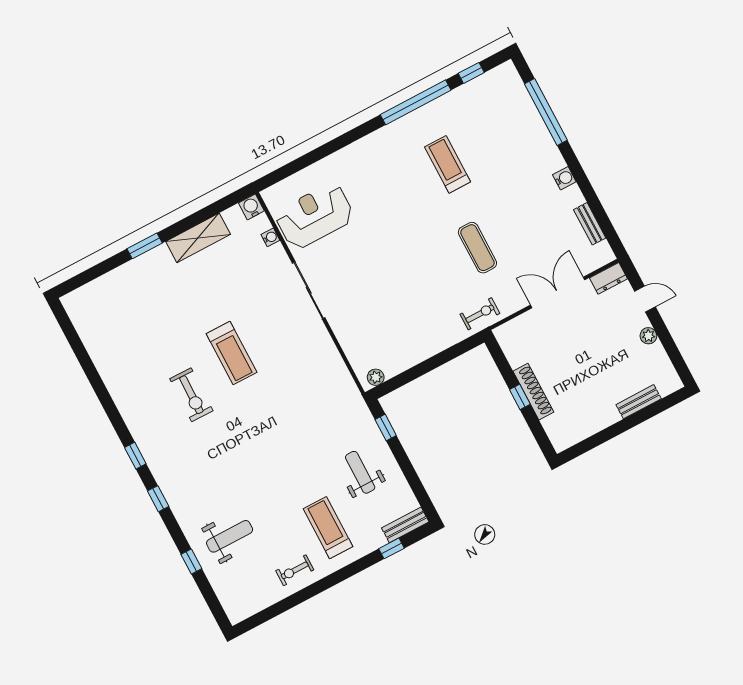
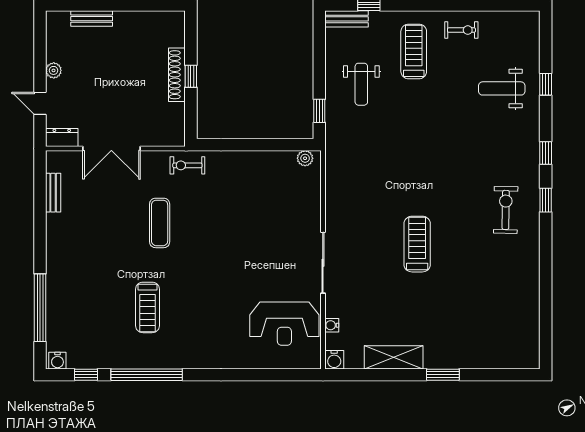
water cooler: (564, 178) -> (57, 361), moved, turned -90
exercise bike: (191, 395) -> (506, 210), moved
treadmill: (328, 528) -> (414, 51), turned 180

